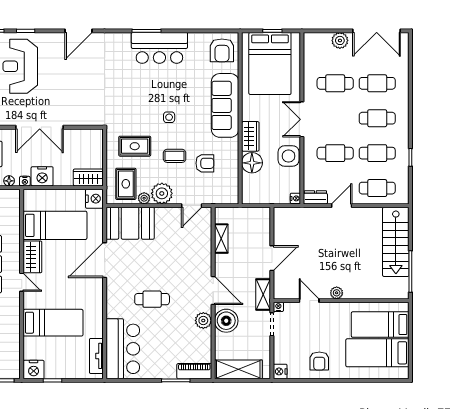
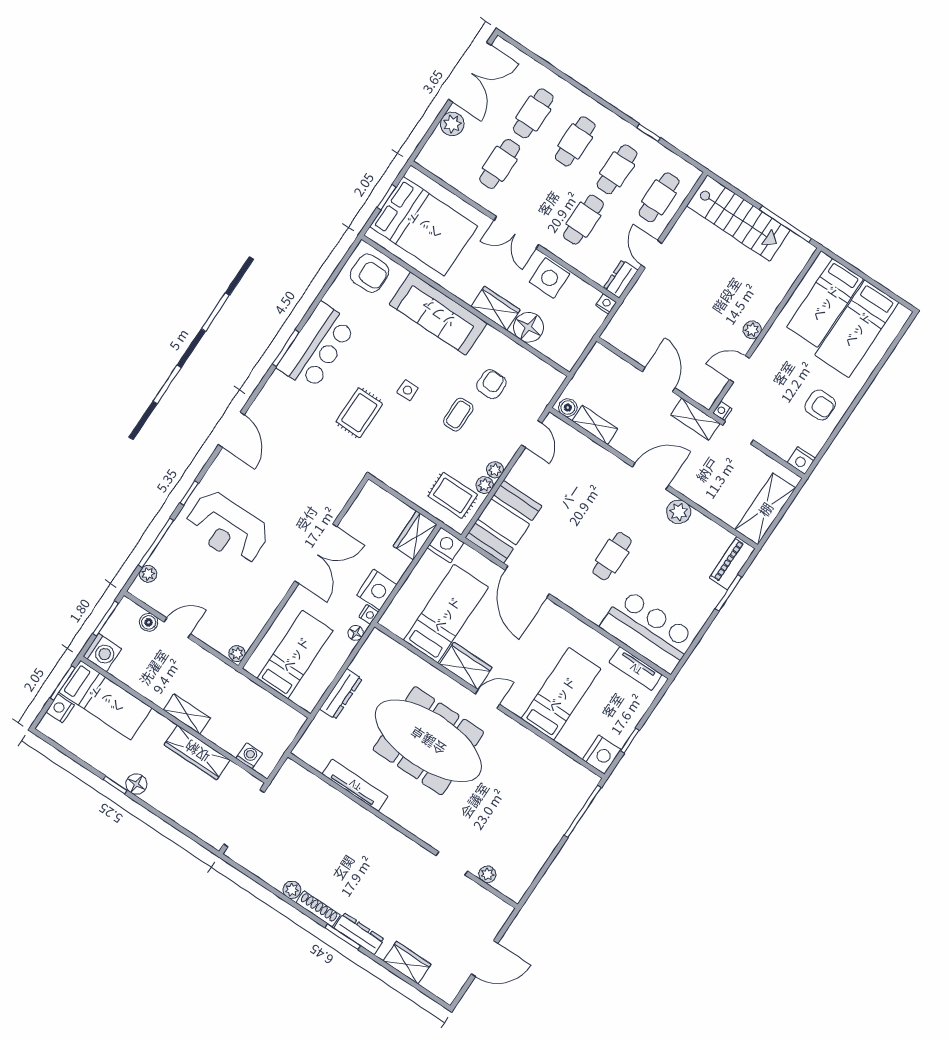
rug: (135, 146) -> (359, 413), moved
plant: (162, 193) -> (495, 470), width x0.53, depth x0.53
boiler: (226, 321) -> (568, 408), moved, width x0.54, depth x0.54

